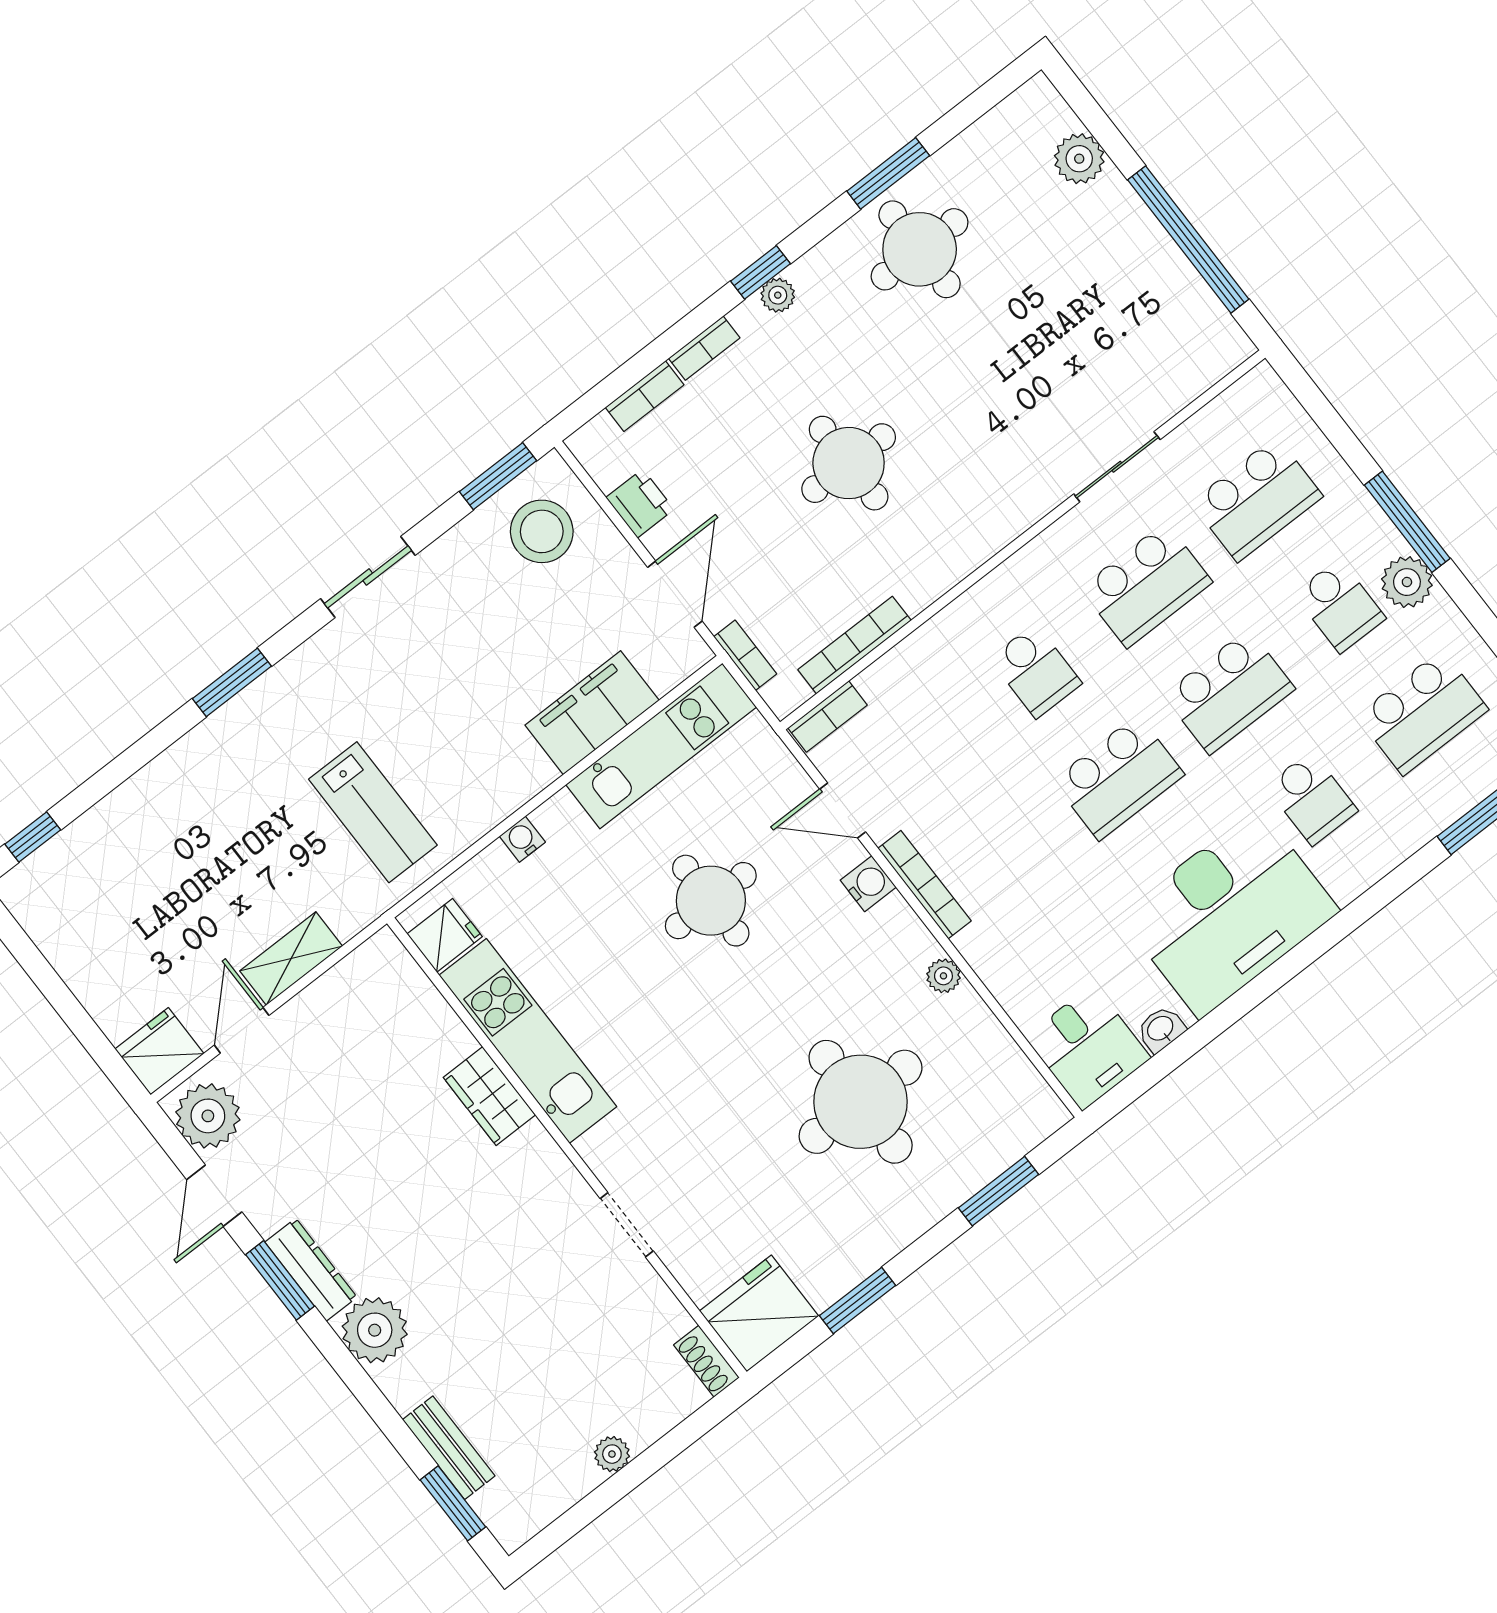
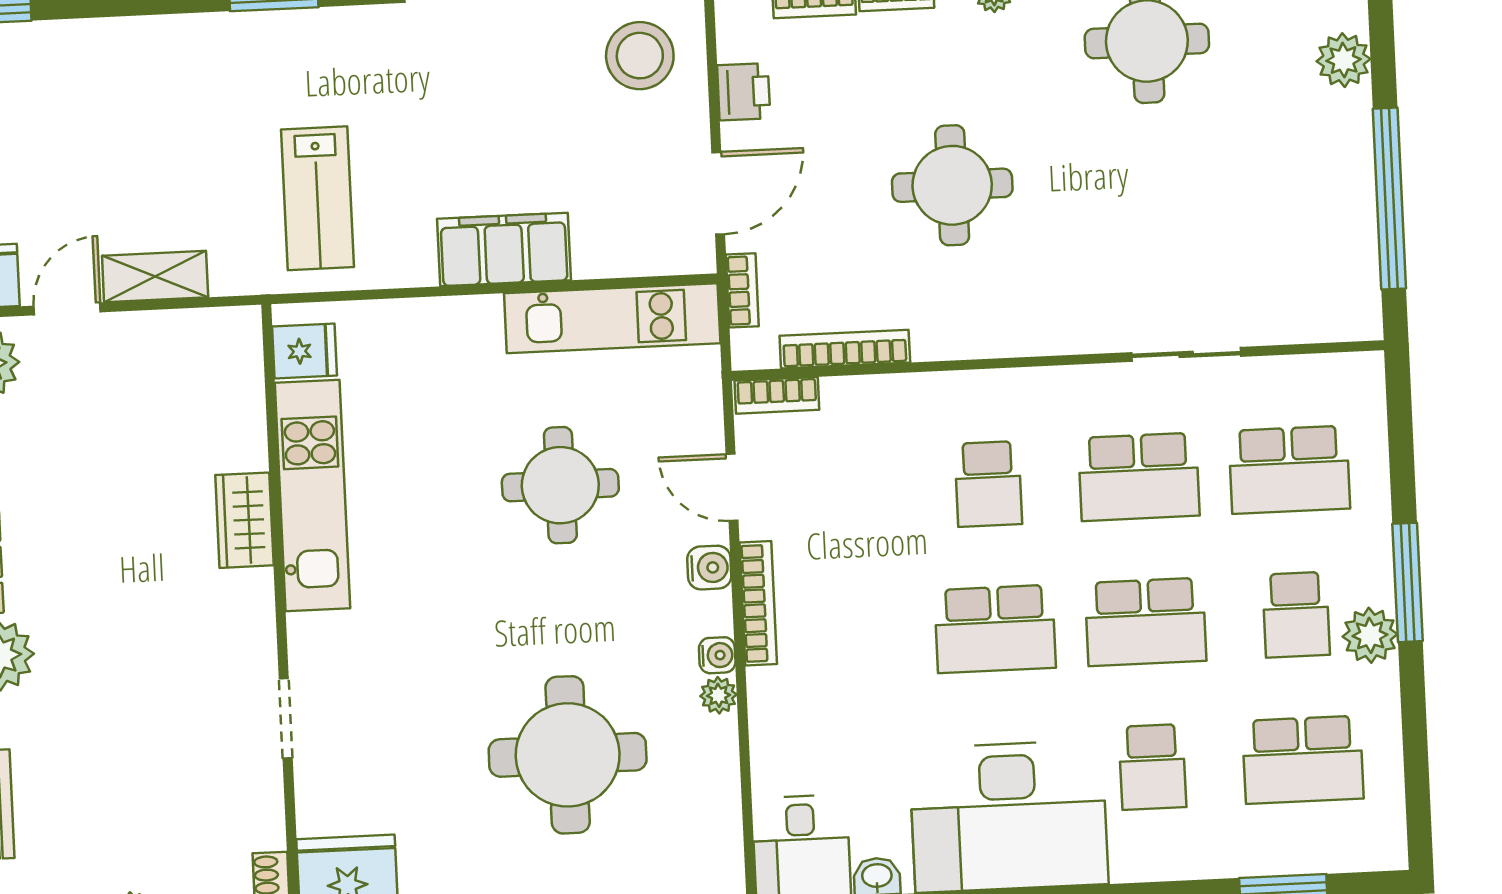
filing cabinet: (592, 713) -> (504, 249), moved
water cooler: (522, 839) -> (717, 655), moved, turned 90

